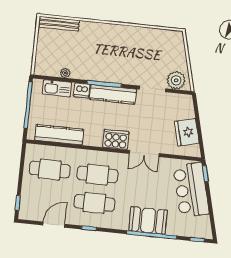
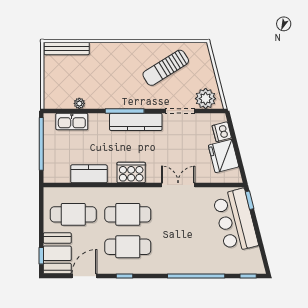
sun lounger: (144, 50) -> (166, 68), added
dishwasher: (82, 90) -> (222, 132), moved, turned 76
kitchen counter: (59, 135) -> (89, 174), width x0.67
cooker: (116, 139) -> (131, 173), moved
double door: (144, 154) -> (178, 185), swing flipped
booth: (148, 220) -> (57, 253), moved, turned 90

